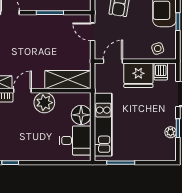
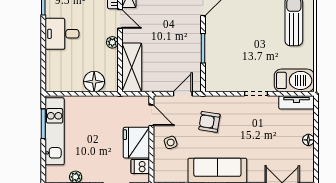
side table: (158, 49) -> (171, 142), moved
plant: (44, 103) -> (112, 42), width x0.53, depth x0.53
kitchen unit: (103, 125) -> (55, 131), moved, turned -90
desk: (75, 140) -> (62, 34), moved, turned 90

